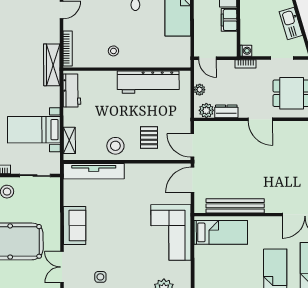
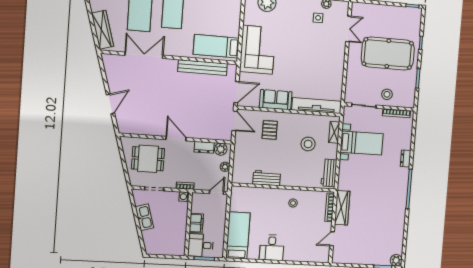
door: (207, 58) -> (217, 192), hinge flipped
wardrobe: (52, 65) -> (342, 208), moved
workbench: (148, 82) -> (267, 178), width x0.53, depth x0.76
stool: (115, 146) -> (308, 144), moved
sofa: (75, 226) -> (276, 100), moved, turned 90

